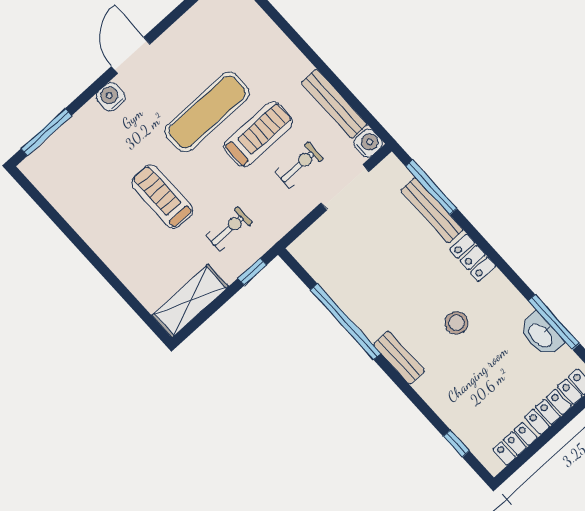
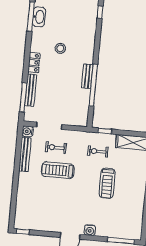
exercise mat: (207, 112) -> (66, 194), removed
bench: (399, 358) -> (87, 76), moved

